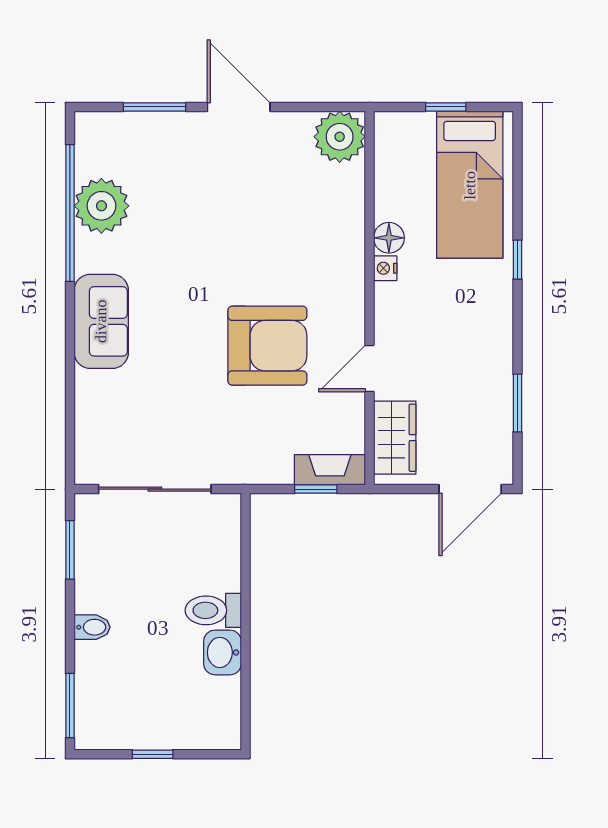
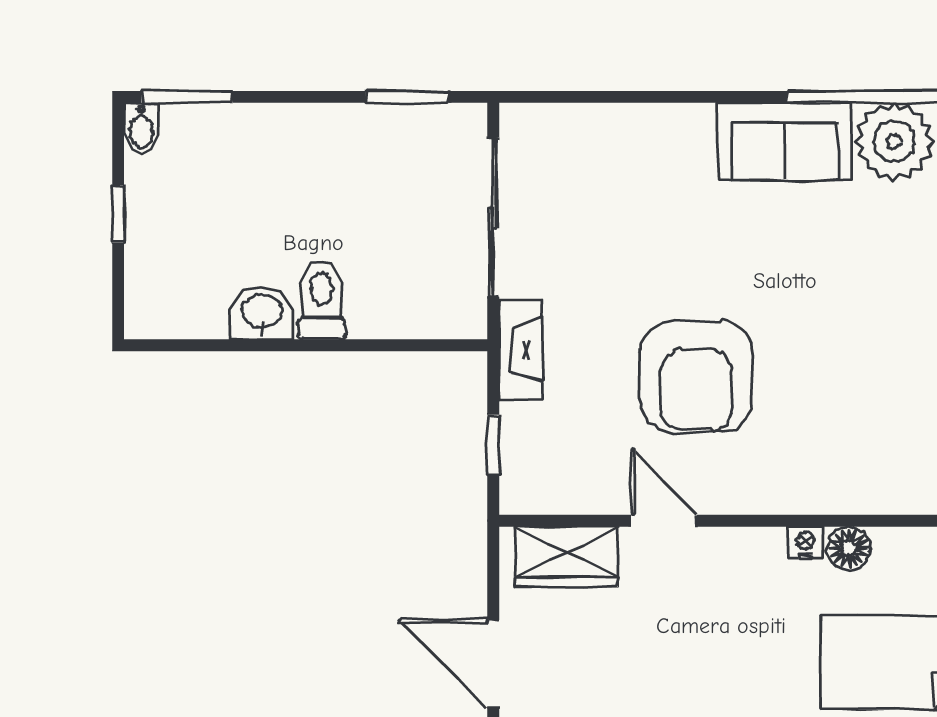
sofa: (101, 321) -> (785, 141), moved
fireplace: (330, 470) -> (521, 350), moved
bidet: (92, 627) -> (141, 128), moved

